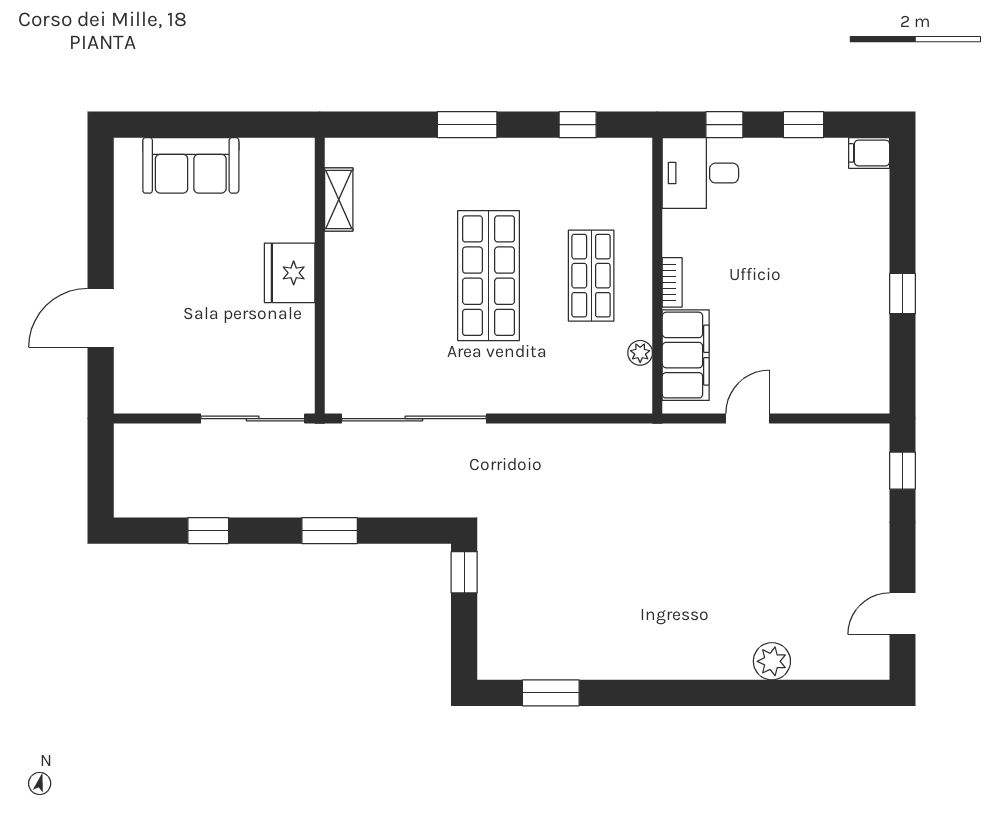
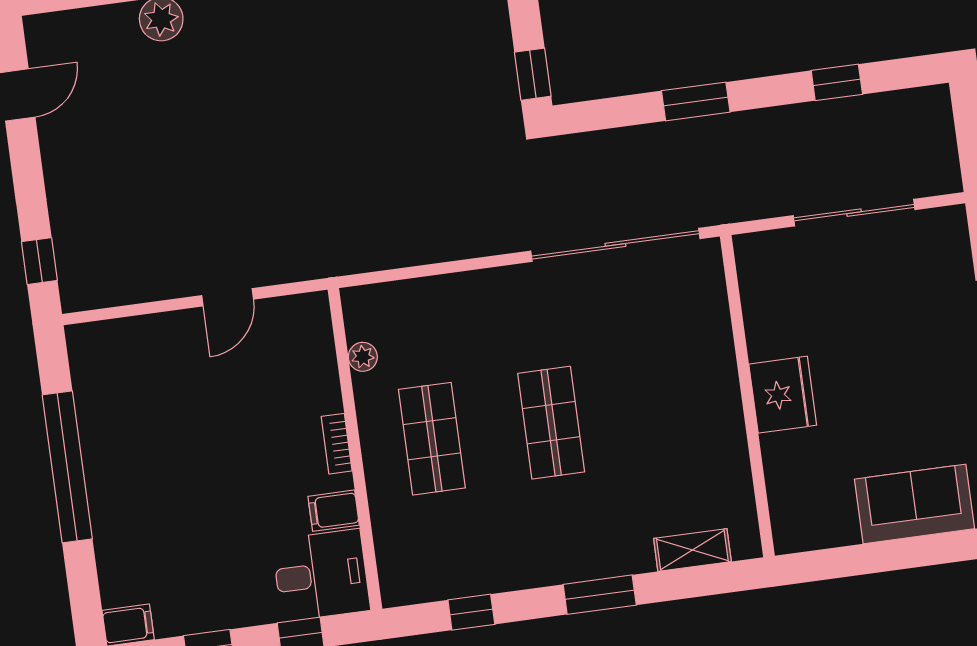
shelving: (339, 199) -> (692, 550), moved, turned 90
shop shelf: (489, 276) -> (551, 423), width x0.70, depth x0.74
window: (902, 294) -> (67, 467), width x3.17
filing cabinet: (686, 355) -> (334, 511), moved, width x0.33, depth x0.86
sliding door: (253, 419) -> (854, 213), moved

